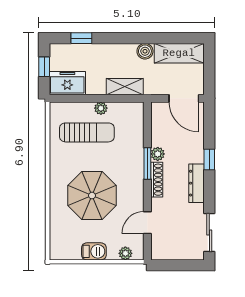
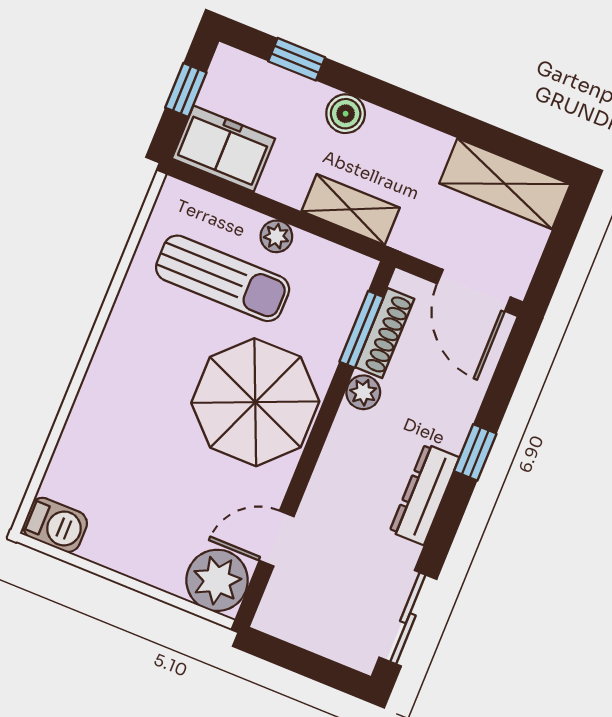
boiler: (145, 51) -> (346, 114), moved
window: (147, 163) -> (361, 329), moved
shoe rack: (157, 180) -> (385, 333), moved
parasol: (92, 196) -> (255, 402), moved
barbecue: (94, 251) -> (55, 525), moved
plant: (125, 253) -> (217, 580), width x1.87, depth x1.87

